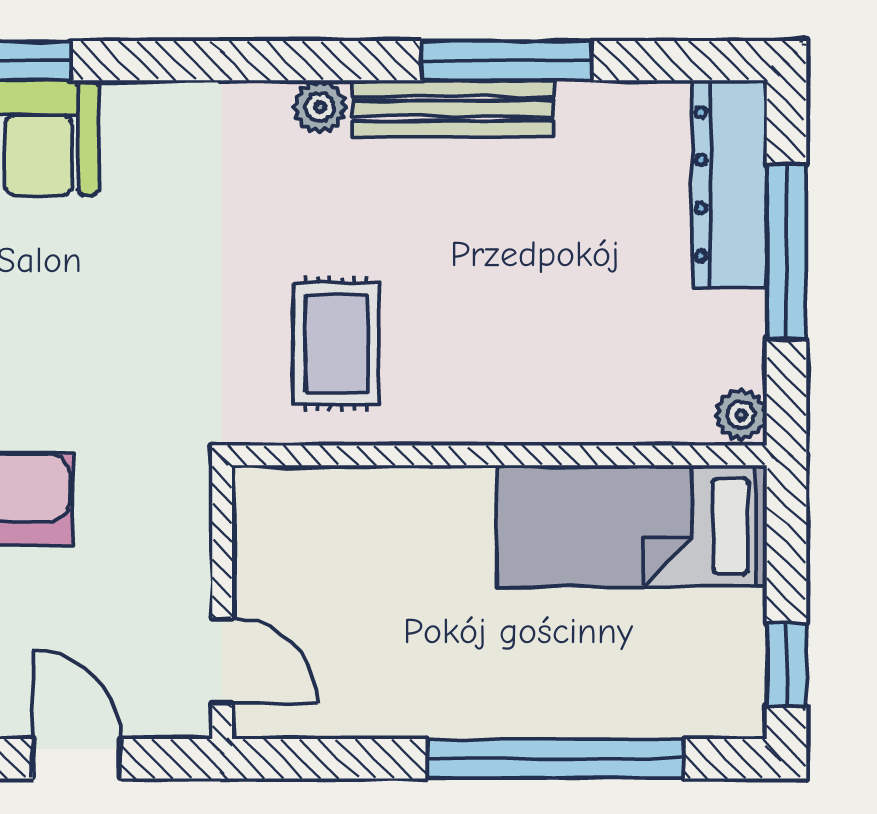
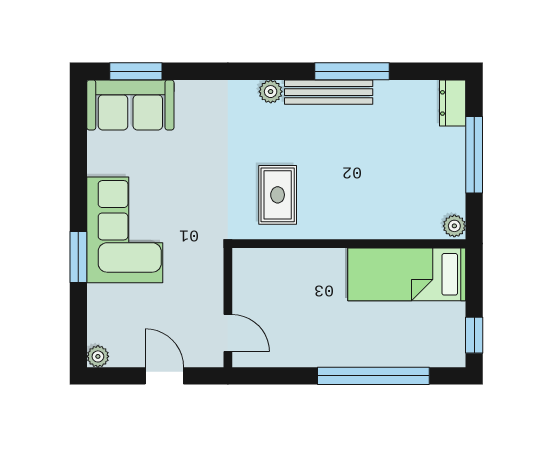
dresser: (730, 184) -> (453, 103), width x0.51, depth x0.80

